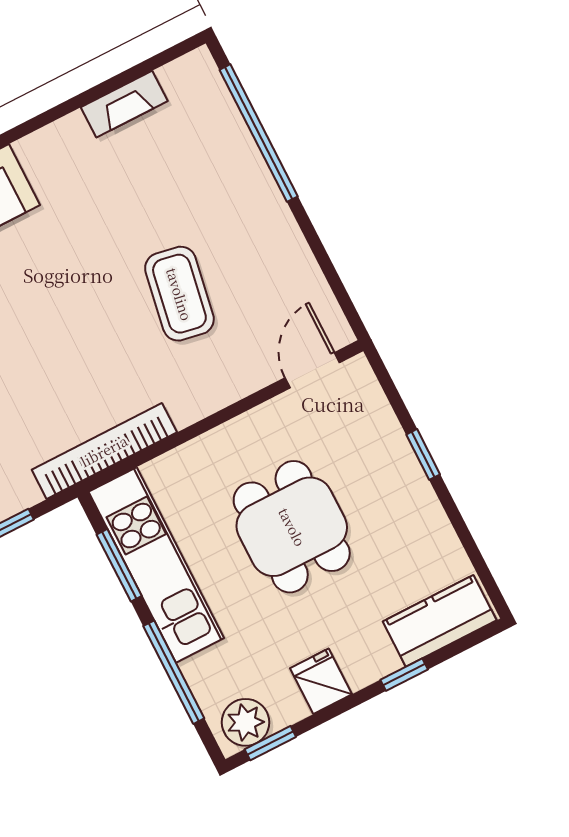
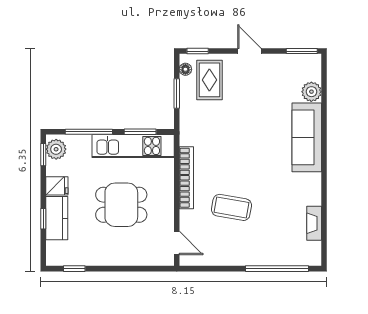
bookcase: (104, 451) -> (186, 178), moved
window: (423, 454) -> (74, 269), moved
kitchen counter: (440, 621) -> (57, 218), moved

